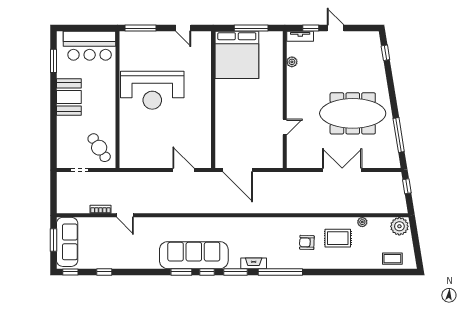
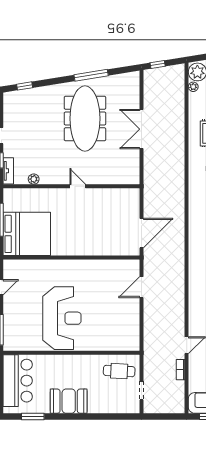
door: (285, 127) -> (78, 186), moved
window: (399, 135) -> (91, 75), moved
cafe table: (99, 148) -> (119, 371), turned 36
plant: (362, 222) -> (193, 87), moved

